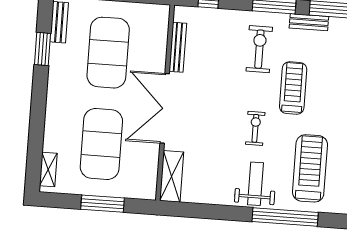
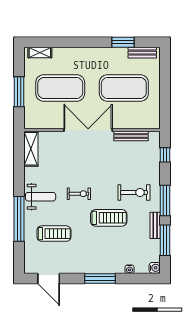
treadmill: (310, 168) -> (54, 234), width x0.73, depth x0.73
shelving: (172, 176) -> (31, 149), moved, turned 90

